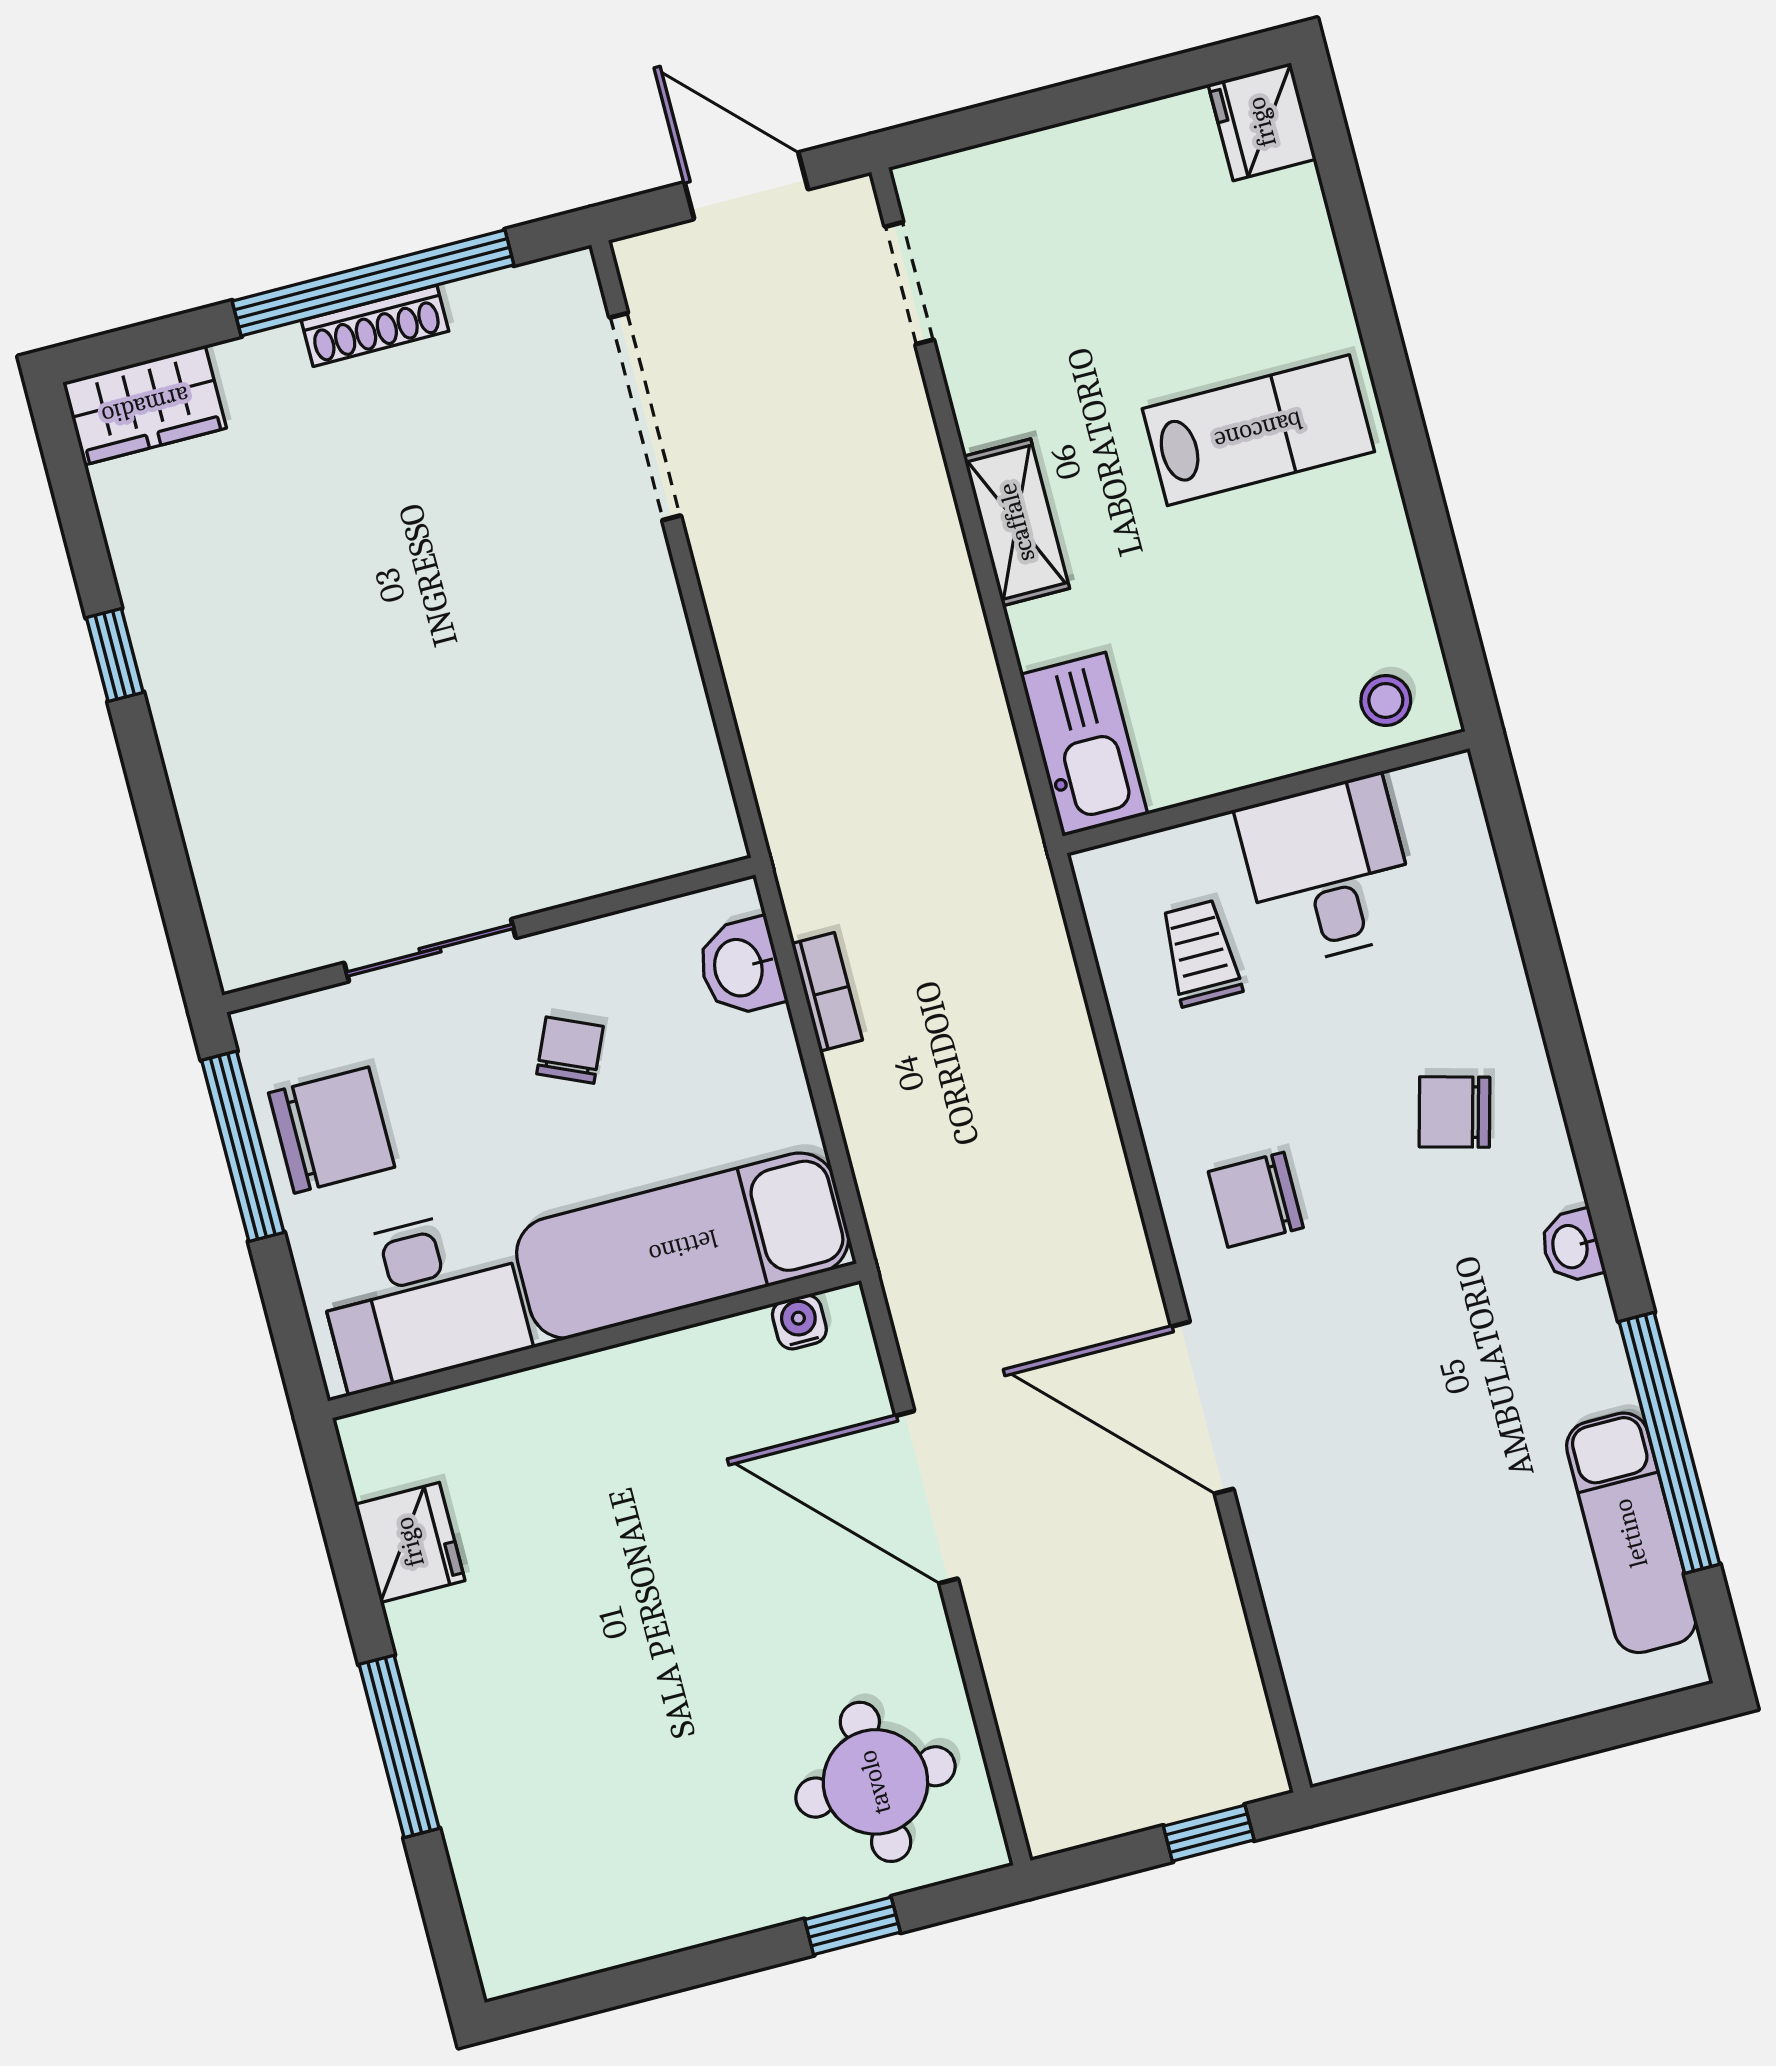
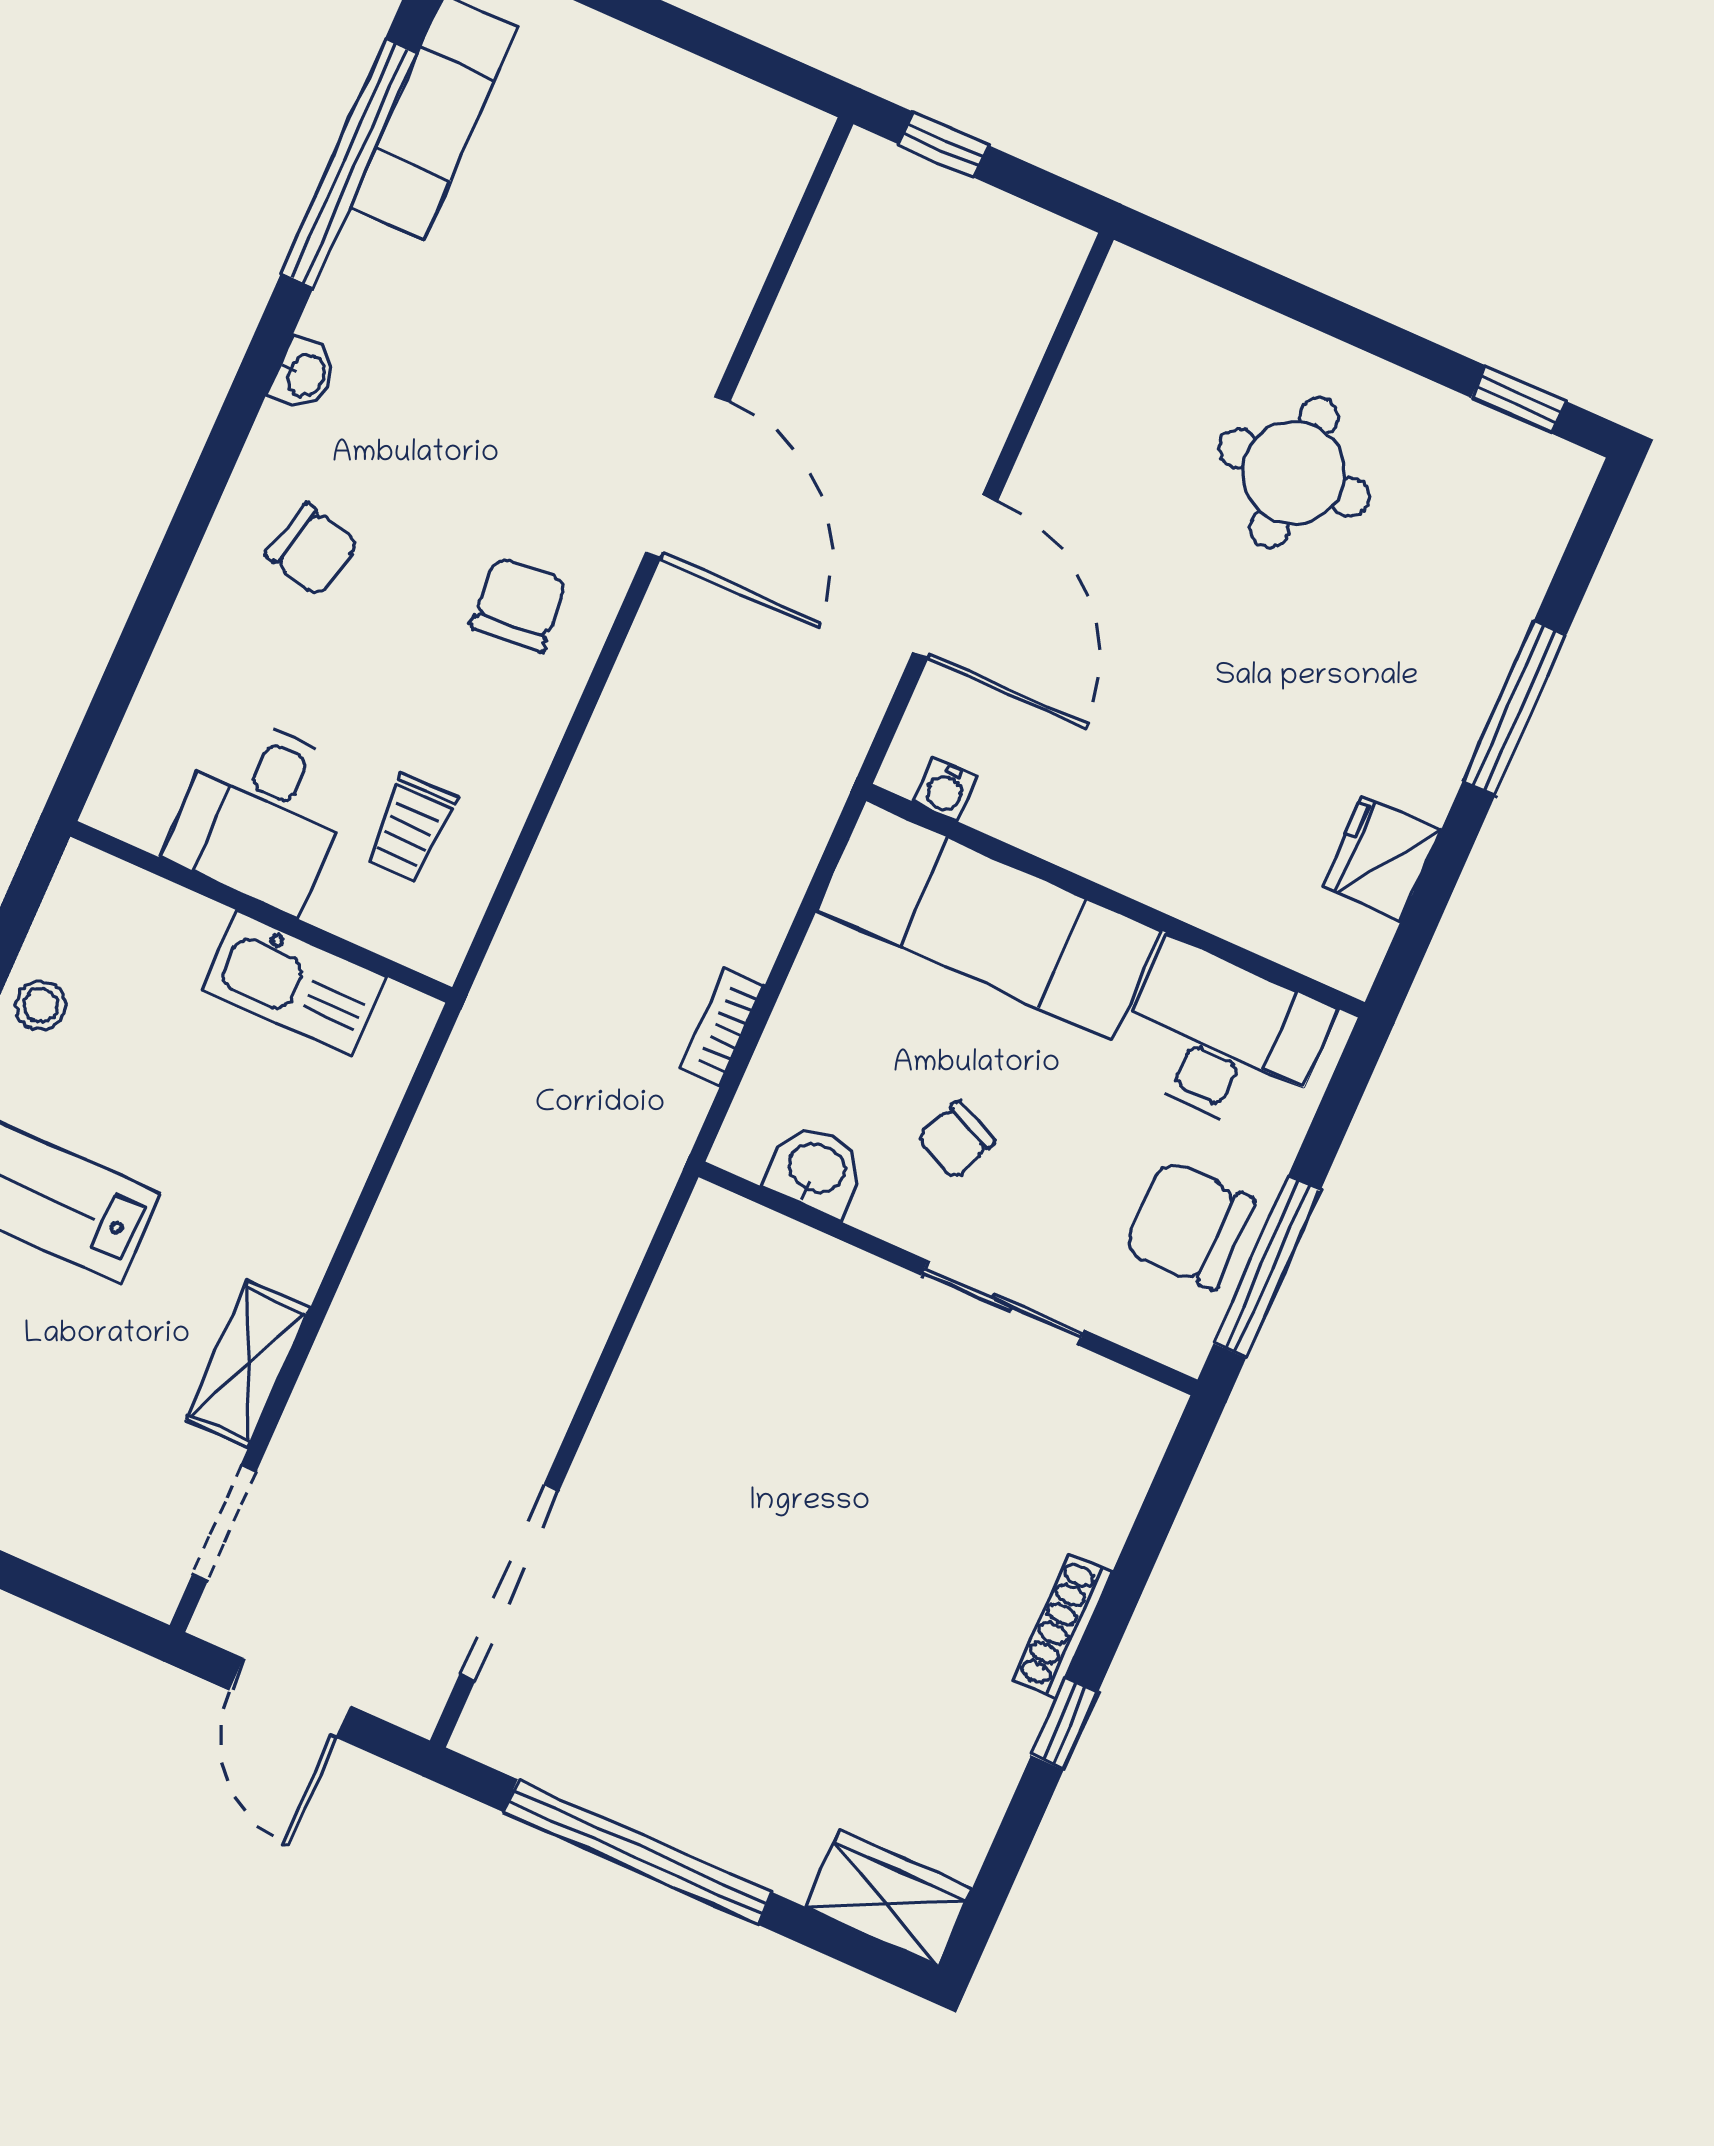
shoe rack: (375, 326) -> (1063, 1626), moved, turned -90
shelving: (1017, 522) -> (248, 1364), moved
stool: (1386, 700) -> (41, 1005), moved
kitchen sink: (1084, 744) -> (294, 983), moved, turned -90
washbasin: (741, 967) -> (816, 1170), moved, turned -90
chair: (1256, 1200) -> (519, 604), turned -95
round table: (875, 1782) -> (1294, 473), moved
window: (852, 1926) -> (1519, 400), moved

